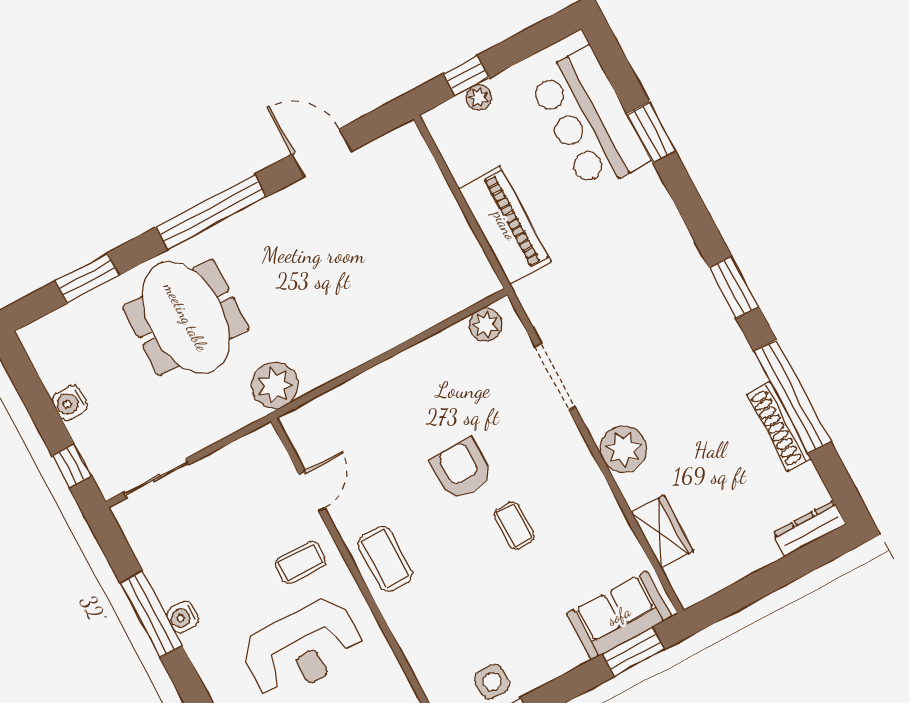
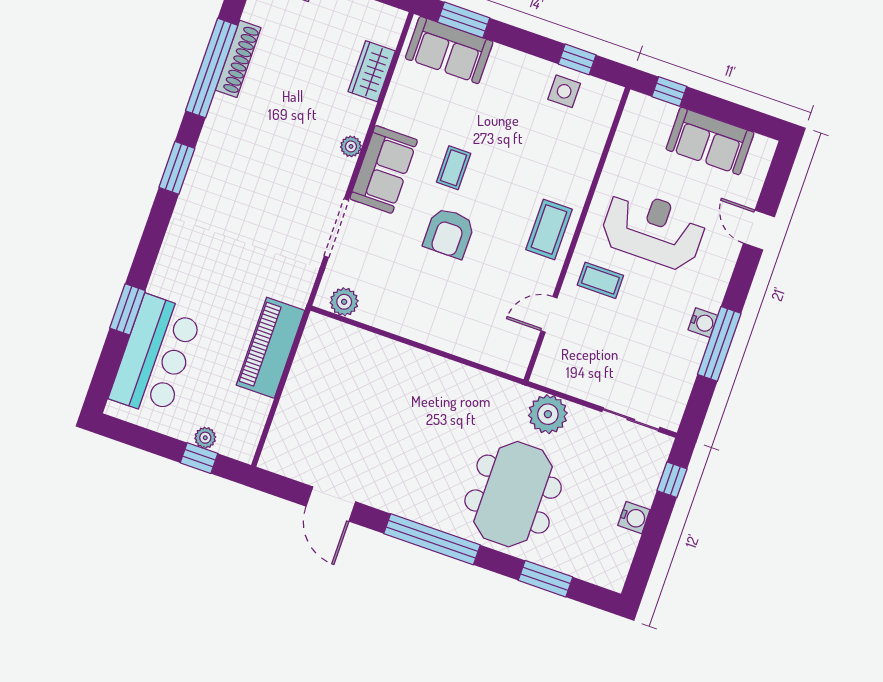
plant: (275, 385) -> (548, 414), moved
plant: (623, 449) -> (351, 146), width x0.53, depth x0.53
sofa: (568, 464) -> (384, 169), added

